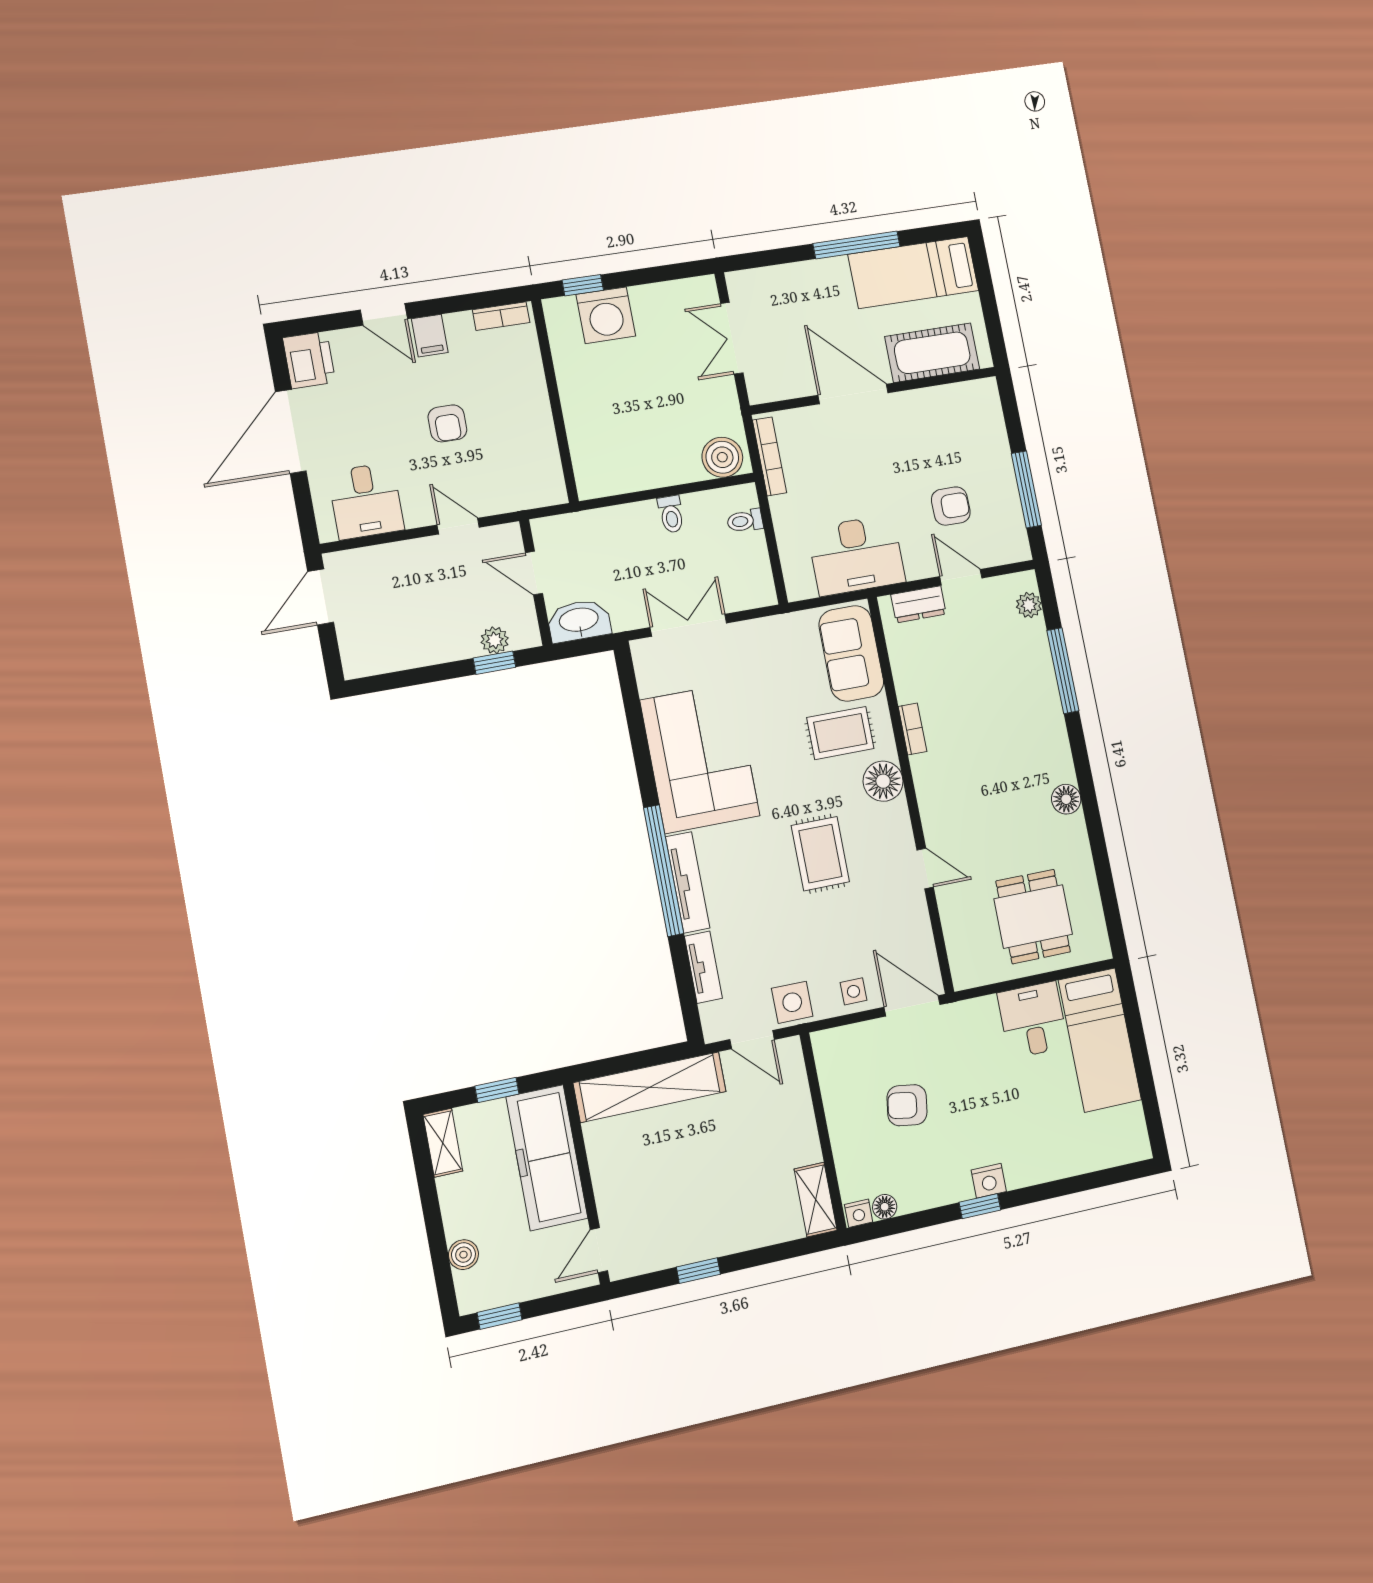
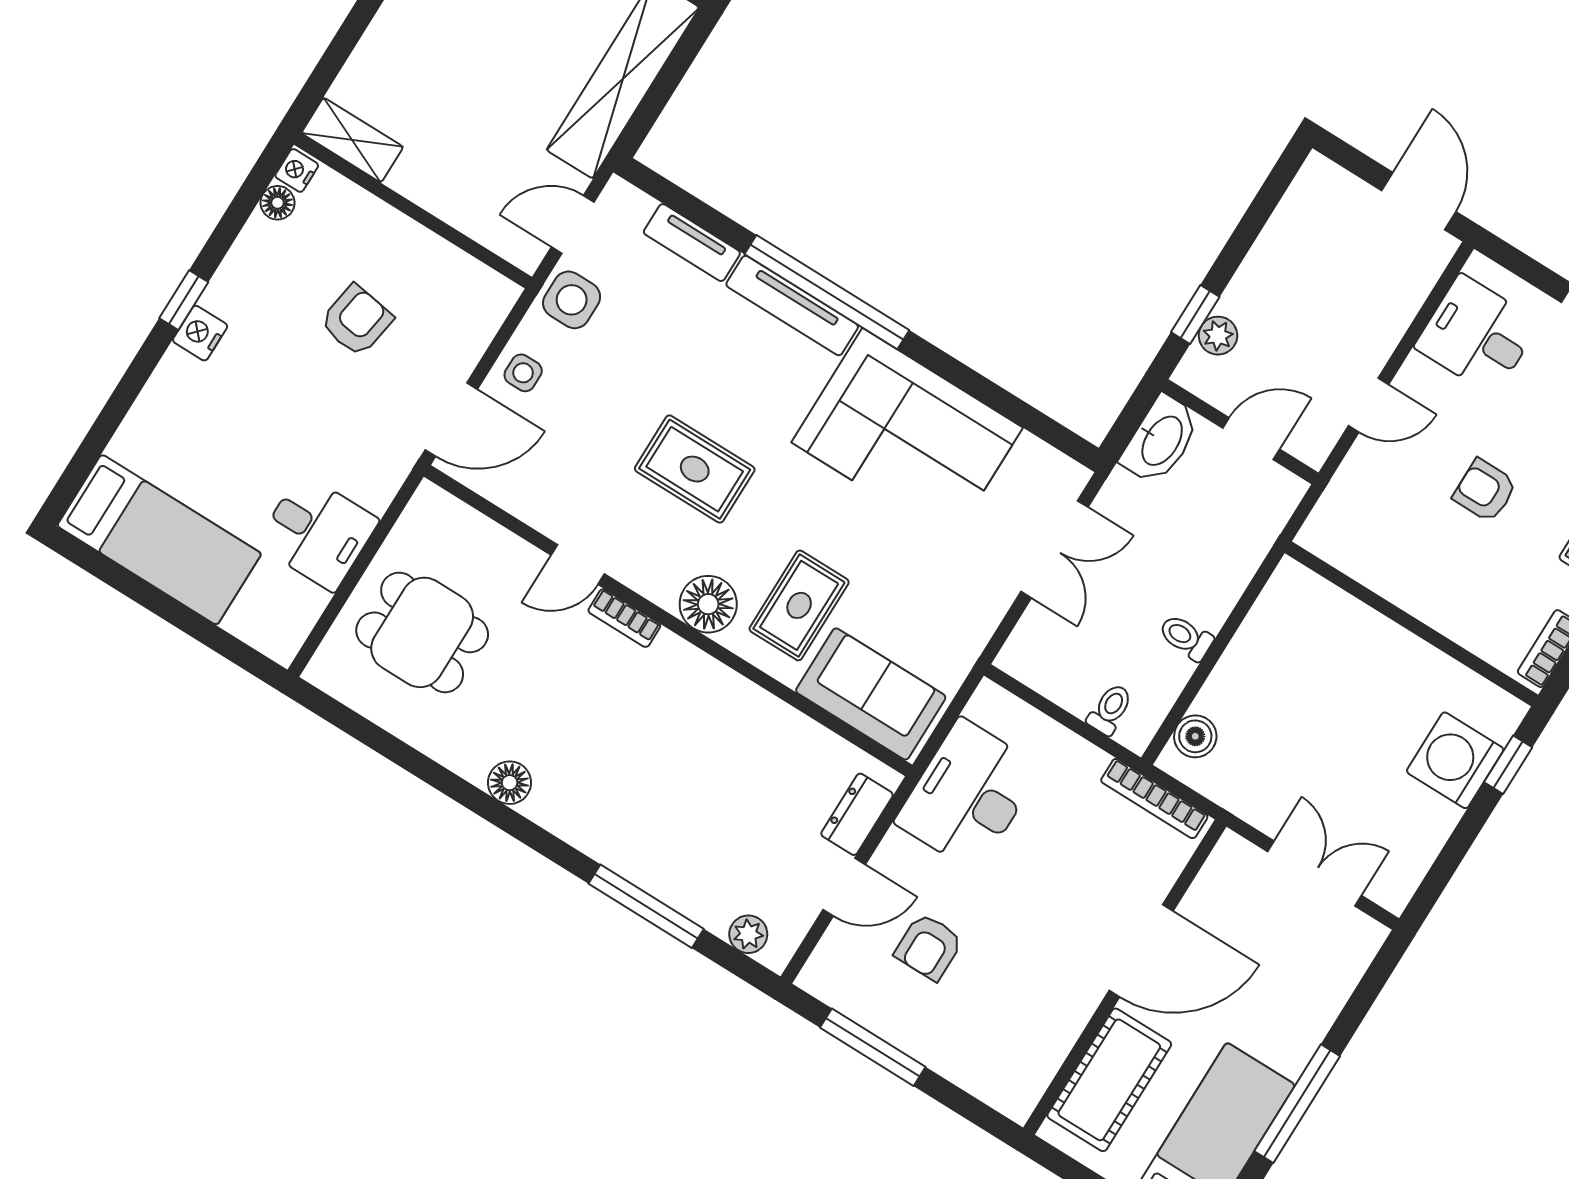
boiler: (722, 457) -> (1195, 736), width x0.73, depth x0.73
bookcase: (912, 729) -> (624, 618), moved
bed: (1100, 1040) -> (159, 540), moved, turned 180

